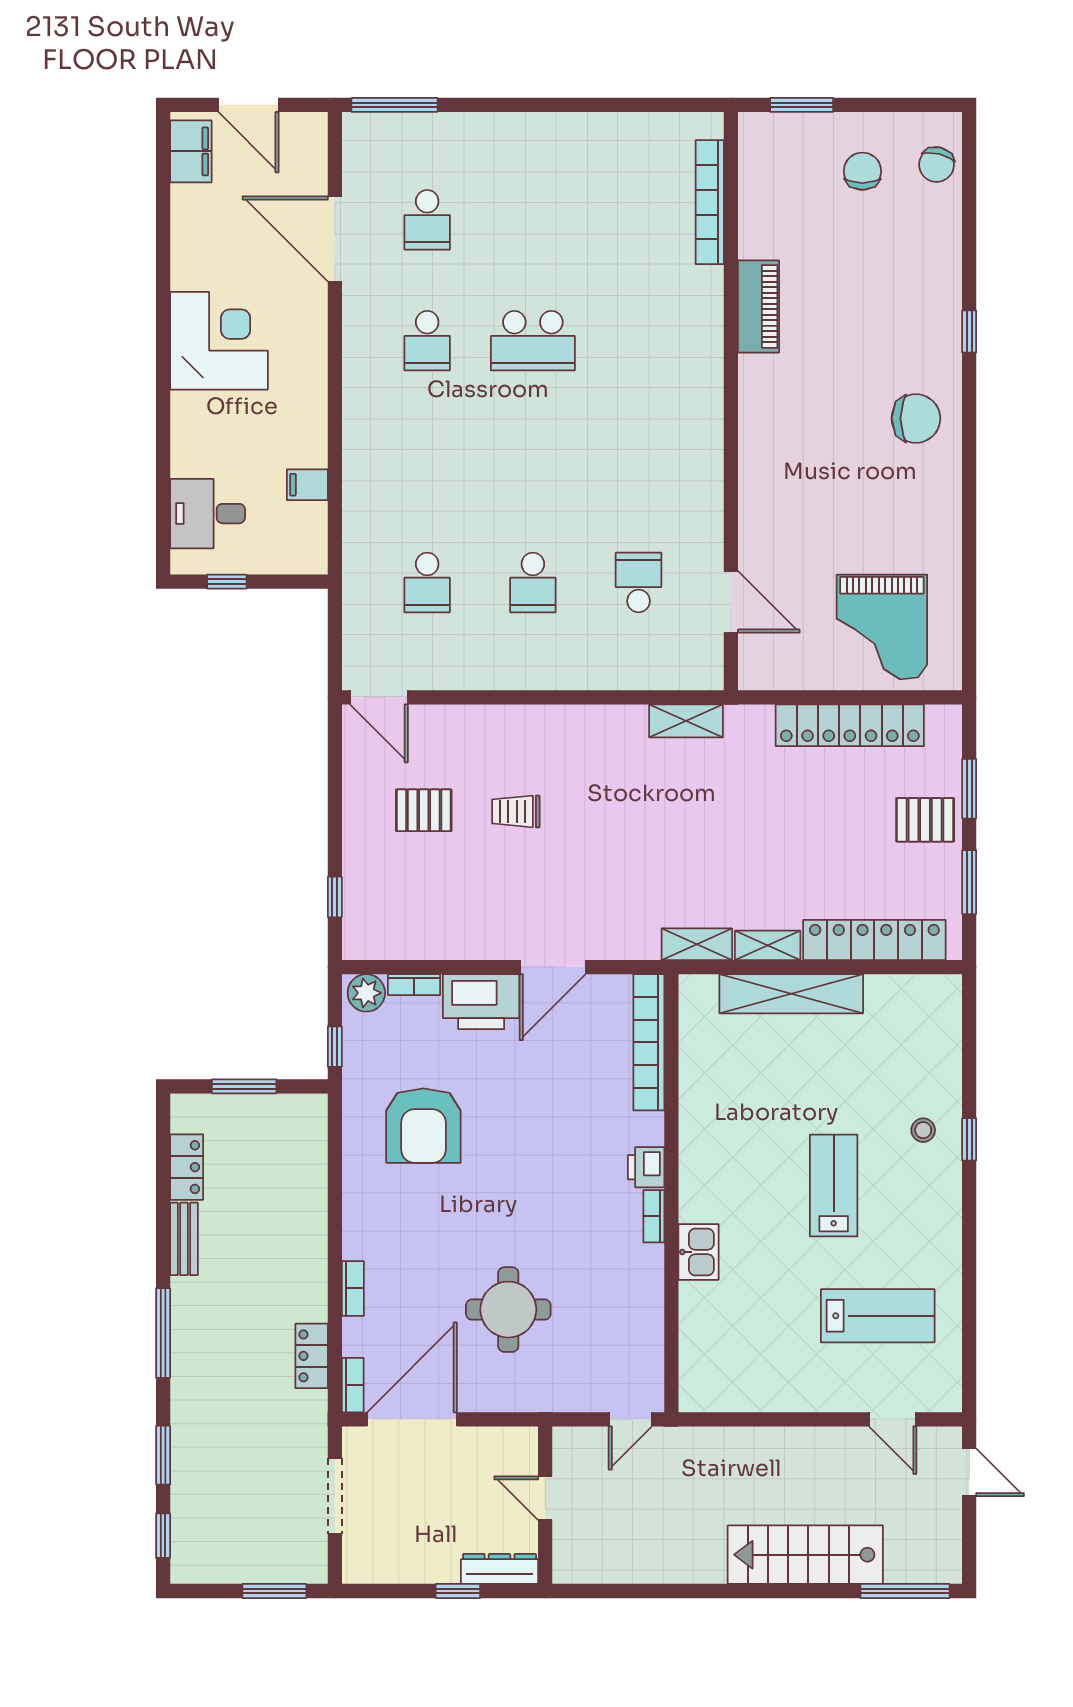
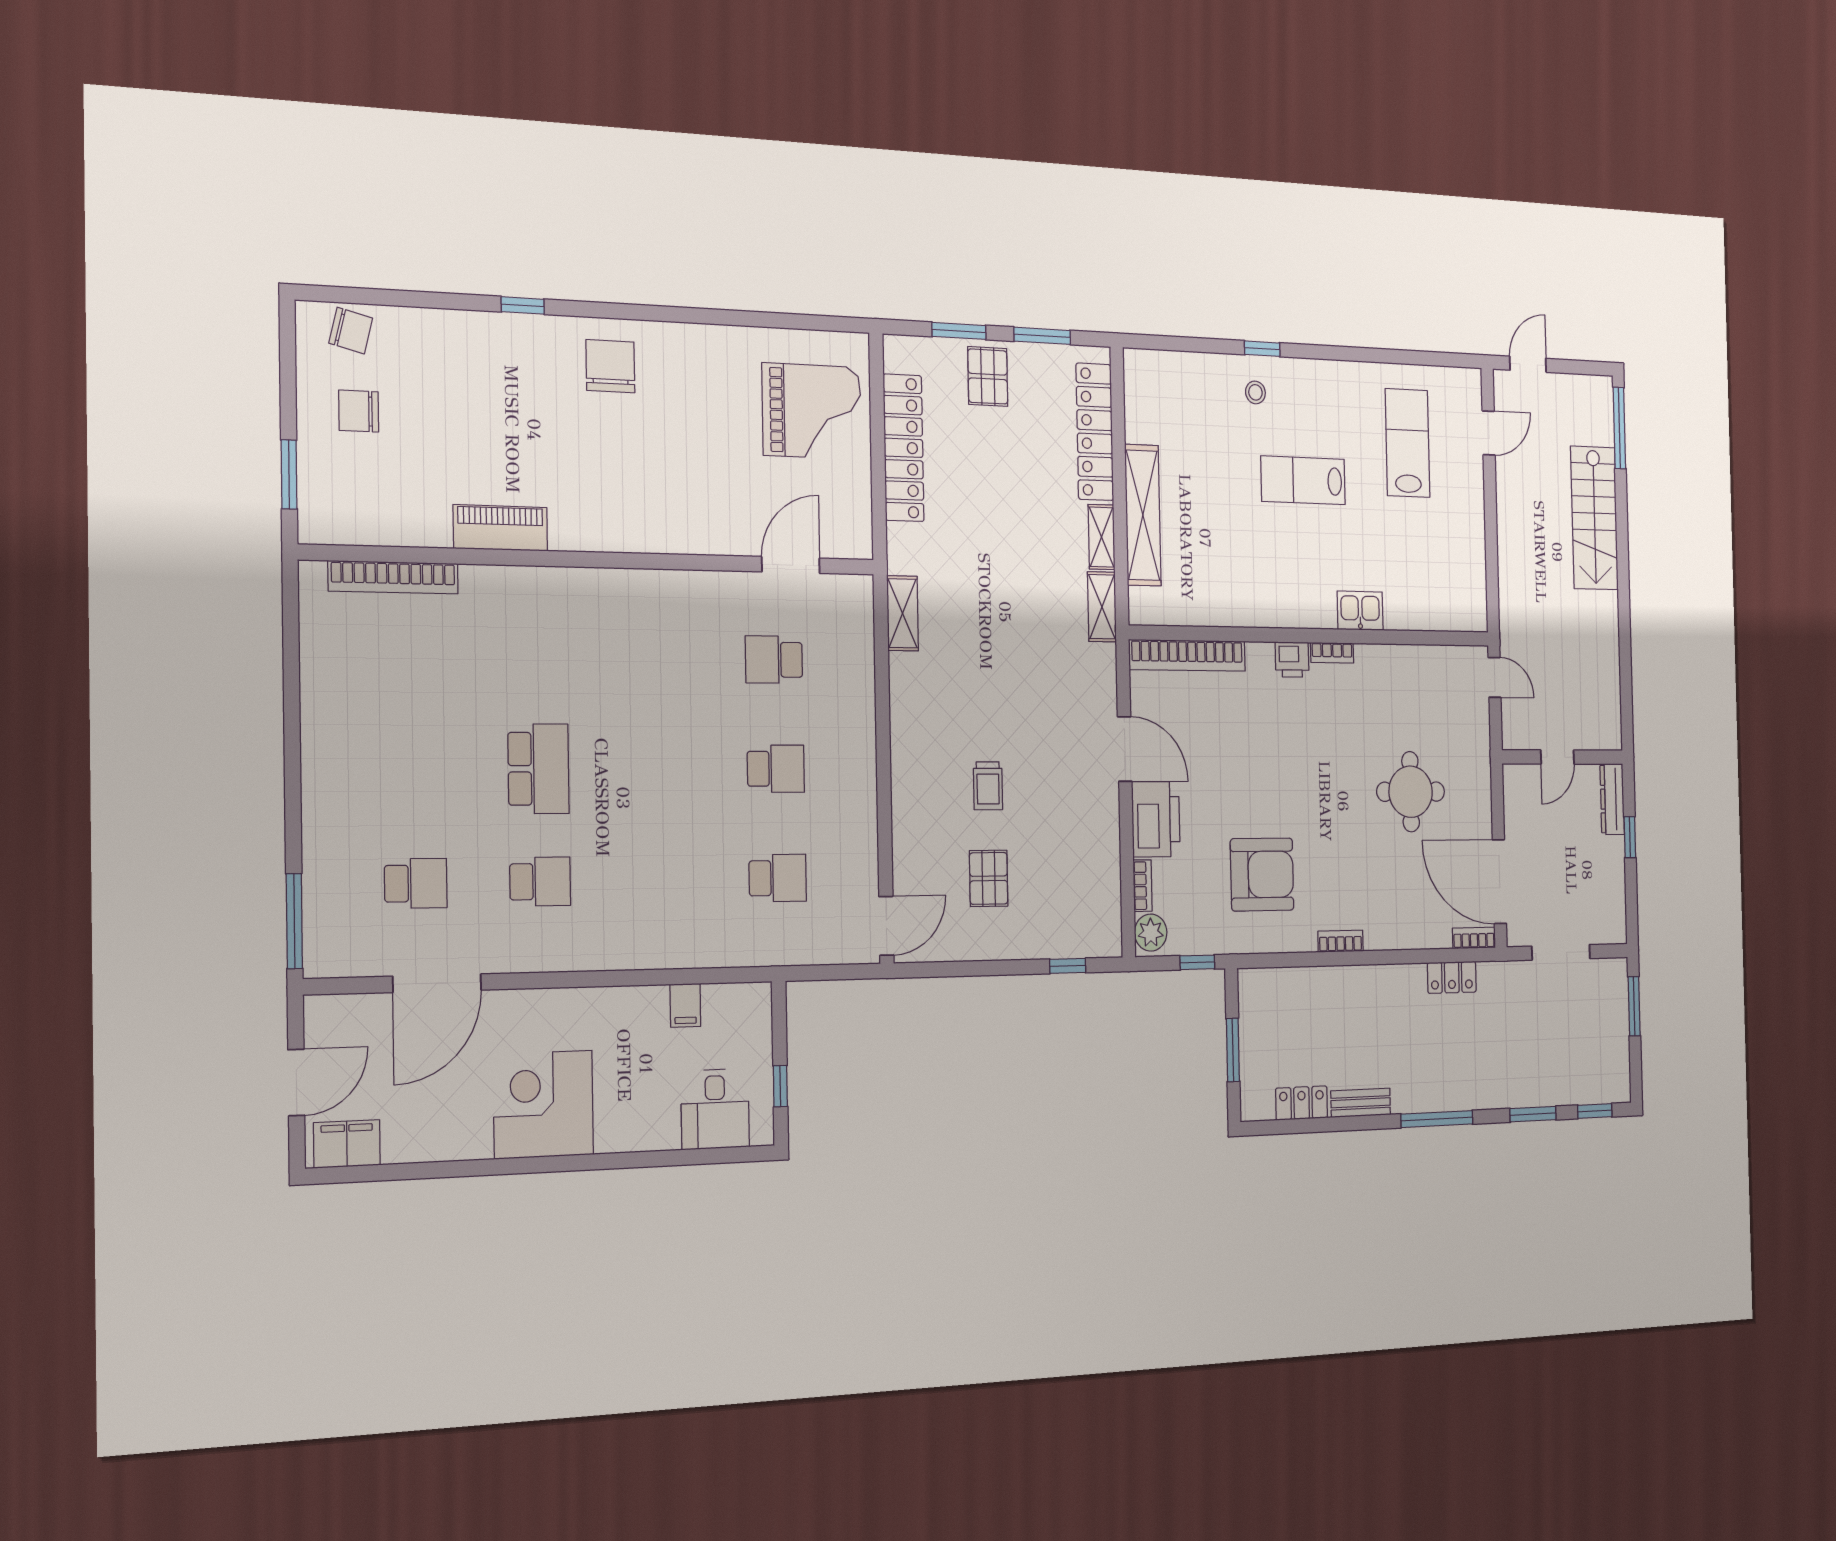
bookcase: (353, 1288) -> (1340, 941), moved

